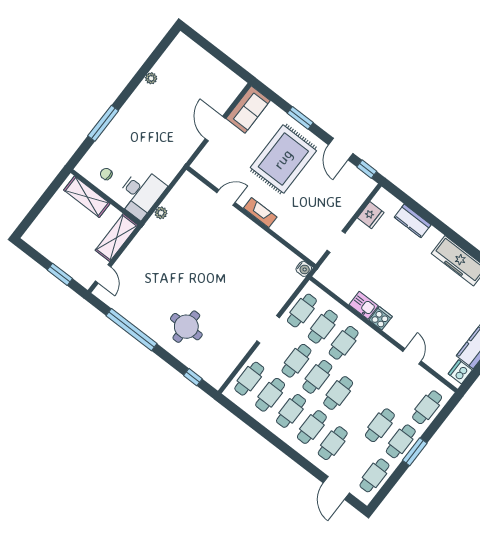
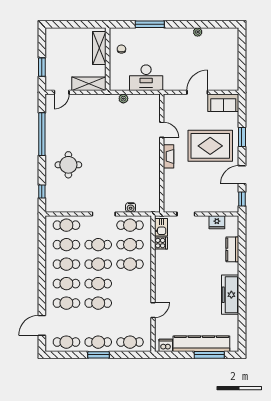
desk: (141, 193) -> (146, 78), moved
water cooler: (304, 269) -> (131, 207), moved
kitchen sink: (364, 305) -> (161, 227), moved
cooker: (381, 318) -> (161, 243), moved
cafe table: (380, 425) -> (98, 303), moved

